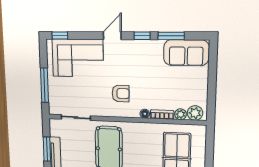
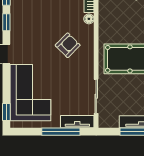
armchair: (121, 93) -> (68, 45), turned 45
tv unit: (54, 100) -> (77, 122), added

